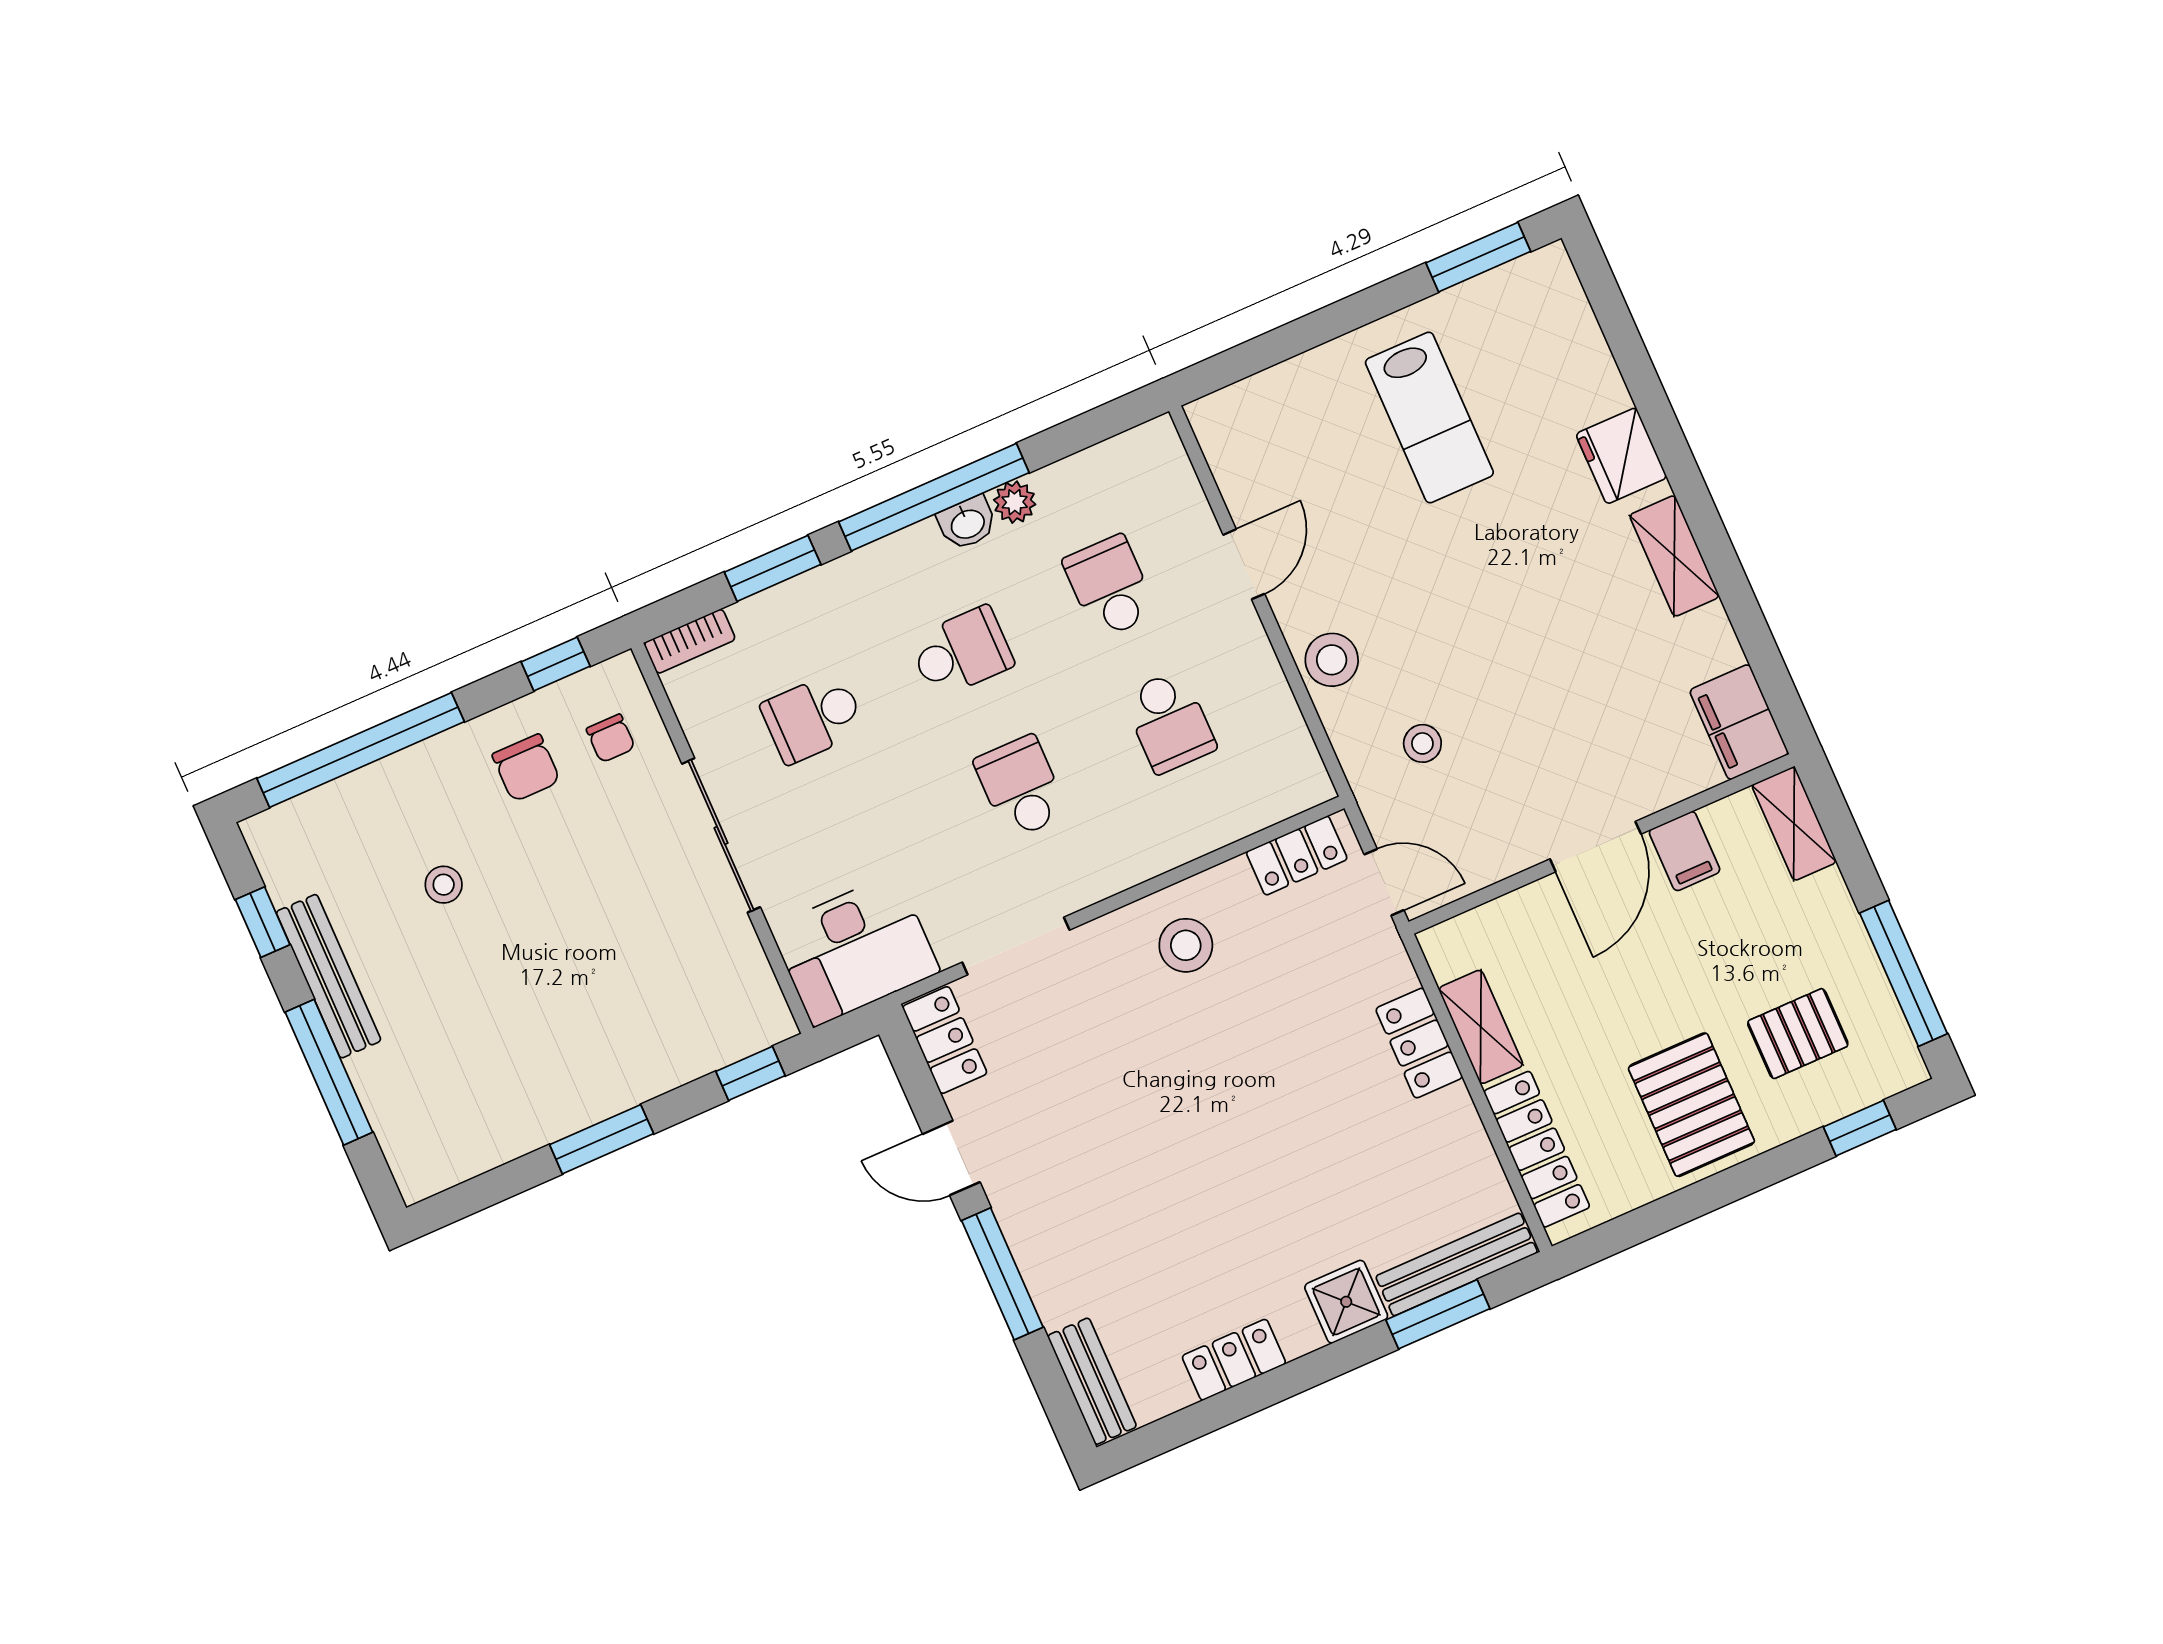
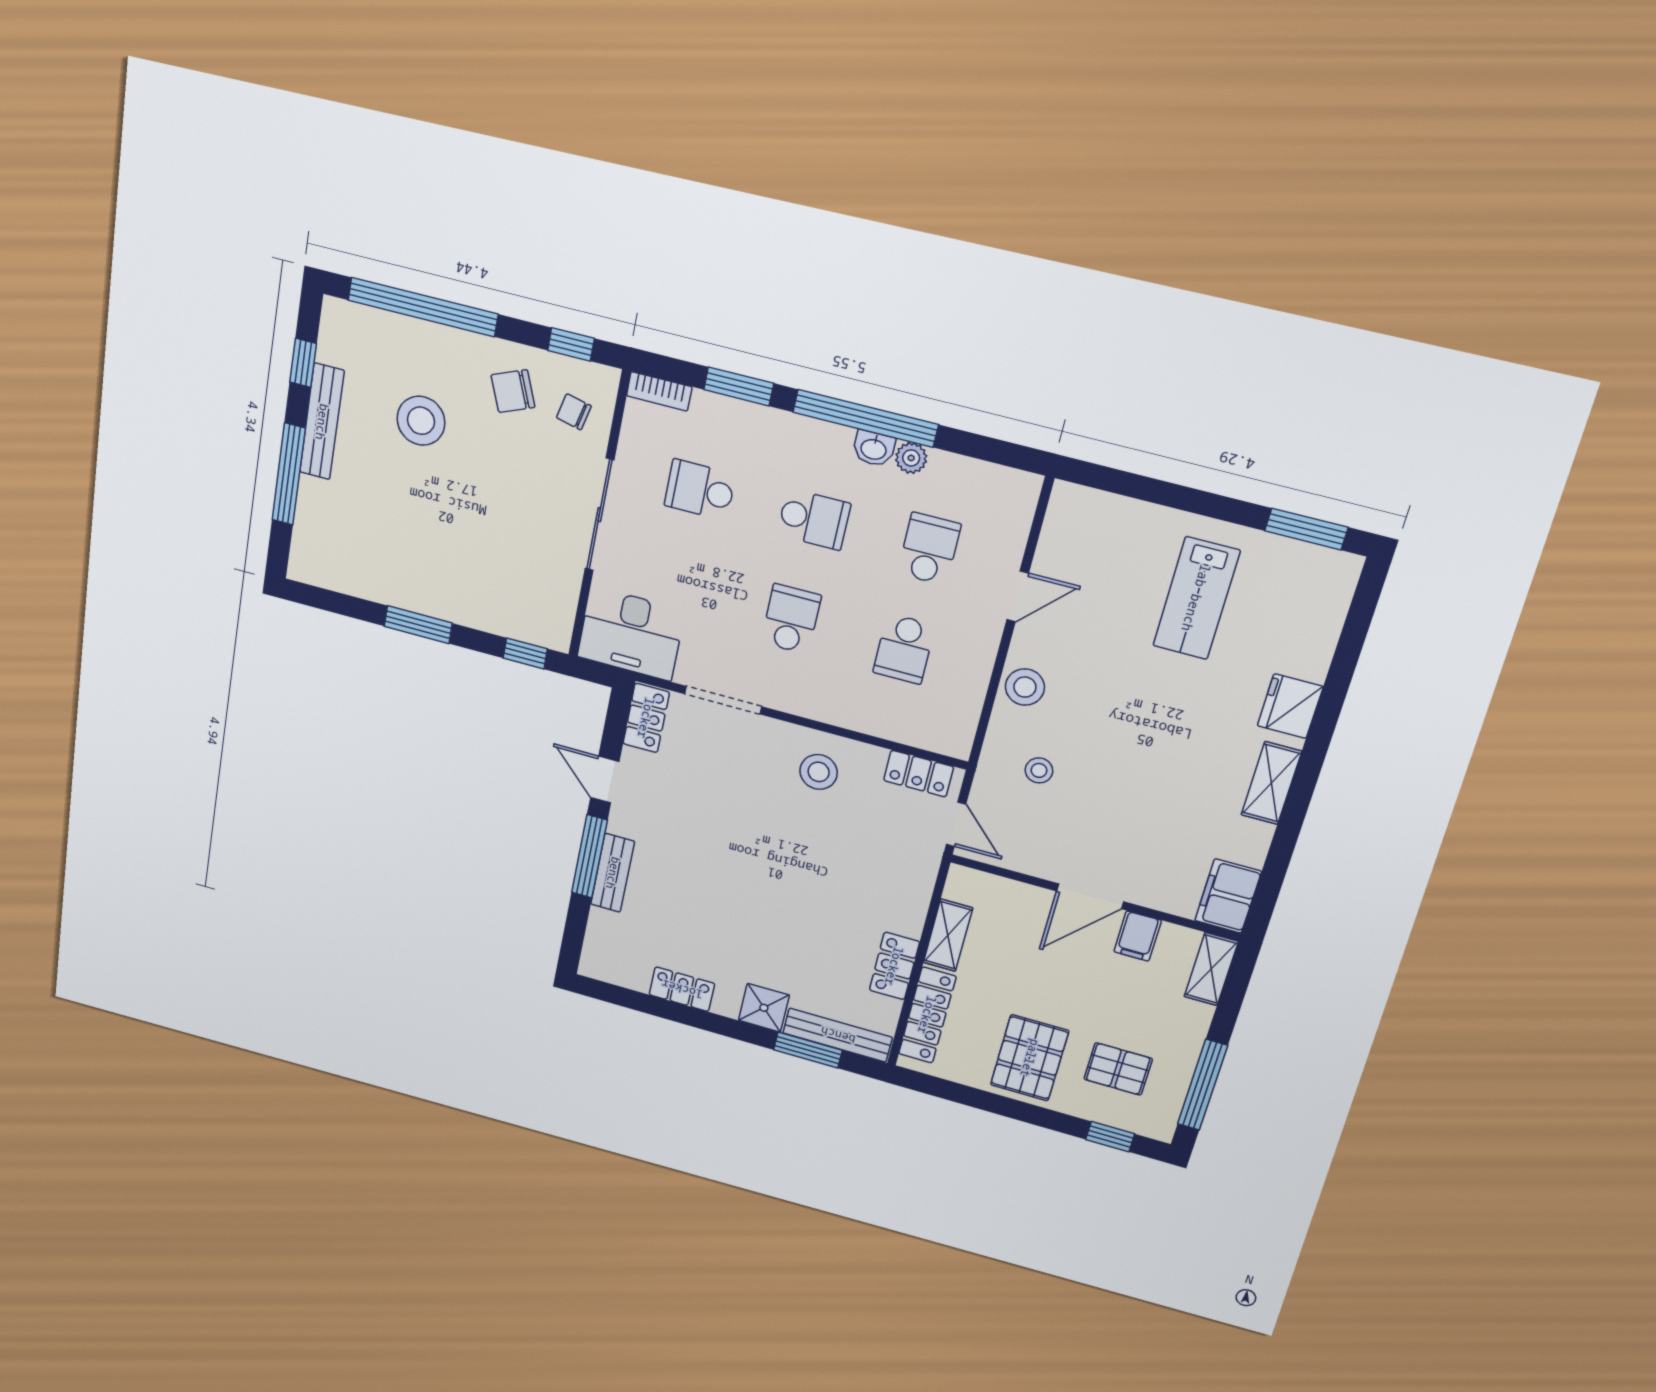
chair: (611, 738) -> (574, 412), turned 103
chair: (526, 768) -> (513, 391), turned 68
stool: (444, 885) -> (421, 421), width x1.89, depth x1.89
locker: (1419, 1043) -> (894, 966), moved
bench: (1092, 1381) -> (613, 873), moved

